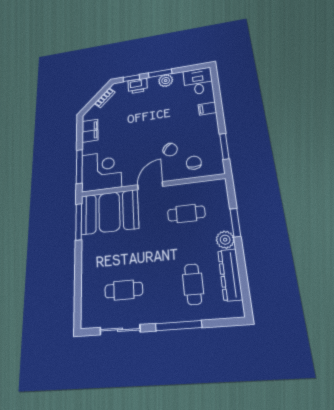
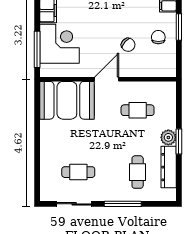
window: (224, 146) -> (179, 27), moved
chair: (194, 163) -> (158, 37), moved
corner desk: (101, 171) -> (59, 44), moved
window: (79, 222) -> (37, 106), removed
window: (235, 223) -> (179, 141), moved

